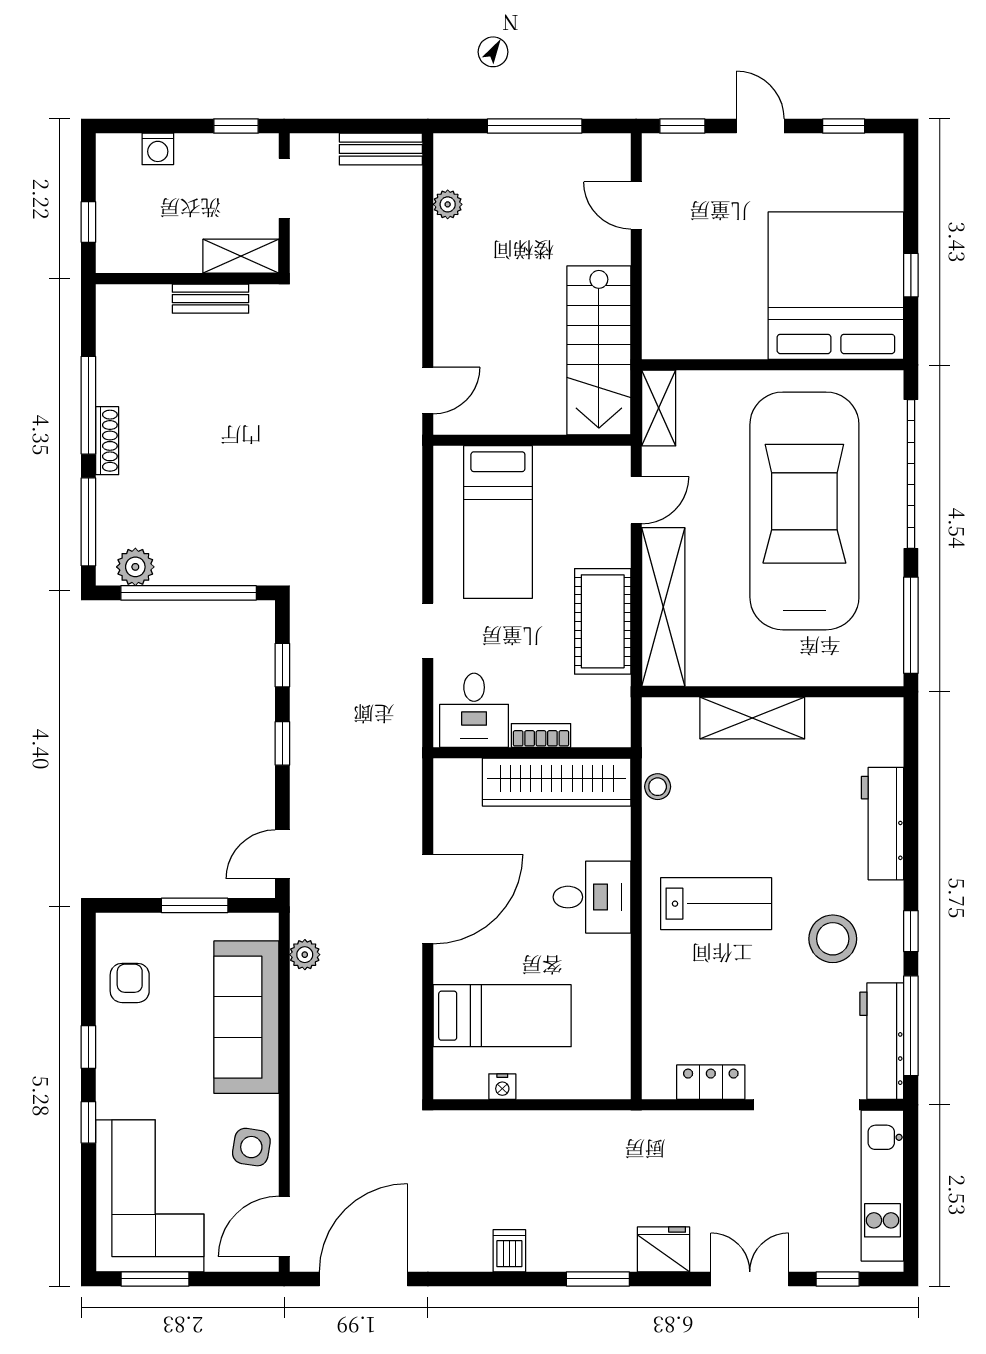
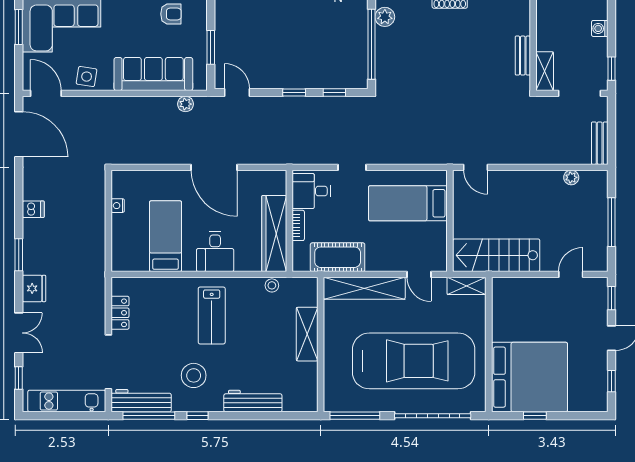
doorway: (284, 188) -> (579, 93), width x1.38
cot: (603, 621) -> (338, 257), moved
bed: (502, 1016) -> (166, 236), moved, turned 180

